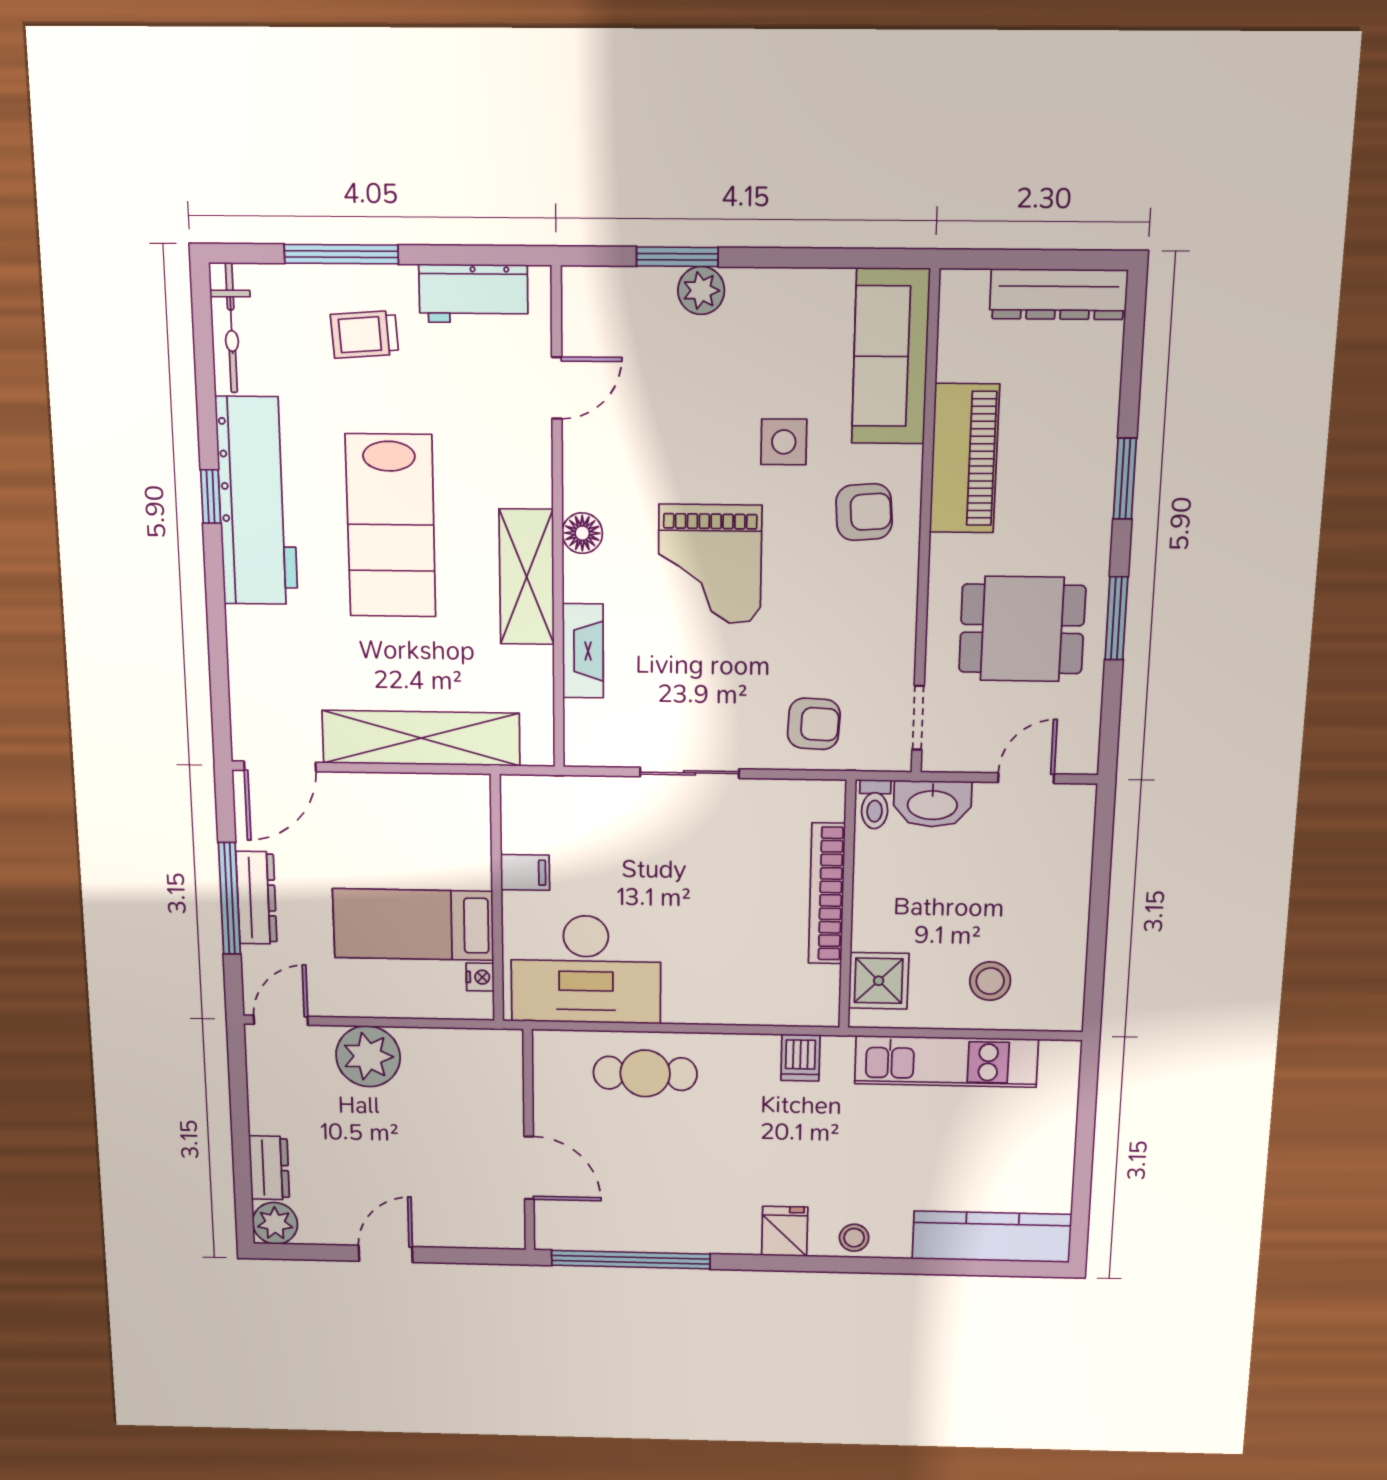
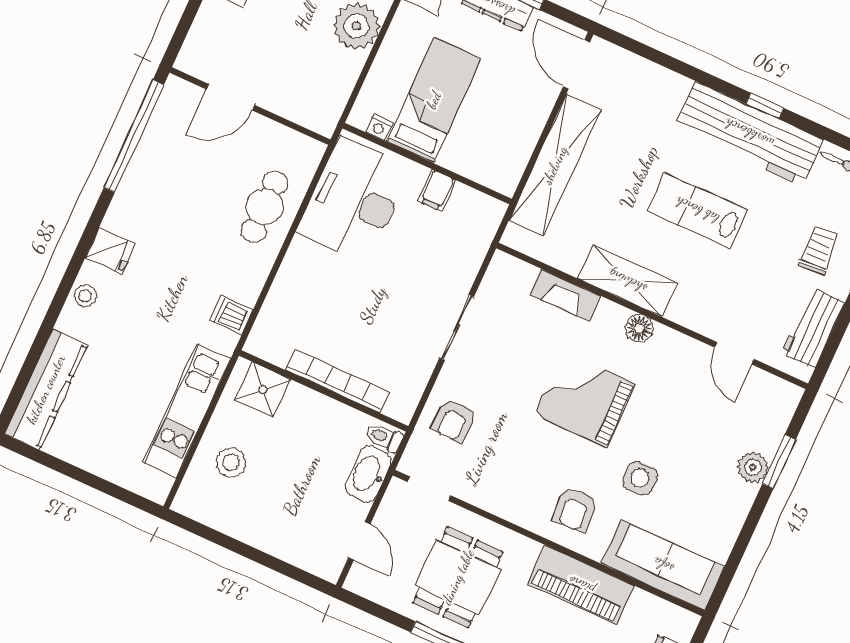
lab bench: (391, 526) -> (697, 210), width x0.73, depth x0.72

